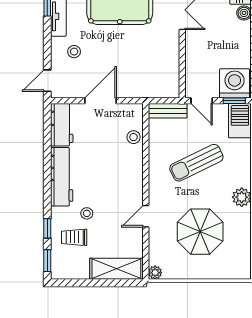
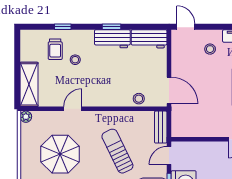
door: (100, 101) -> (169, 90), moved
workbench: (62, 177) -> (112, 39), width x0.73
door: (146, 216) -> (73, 109), hinge flipped
trolley: (74, 237) -> (55, 49), turned 180
window: (47, 261) -> (111, 27), moved

